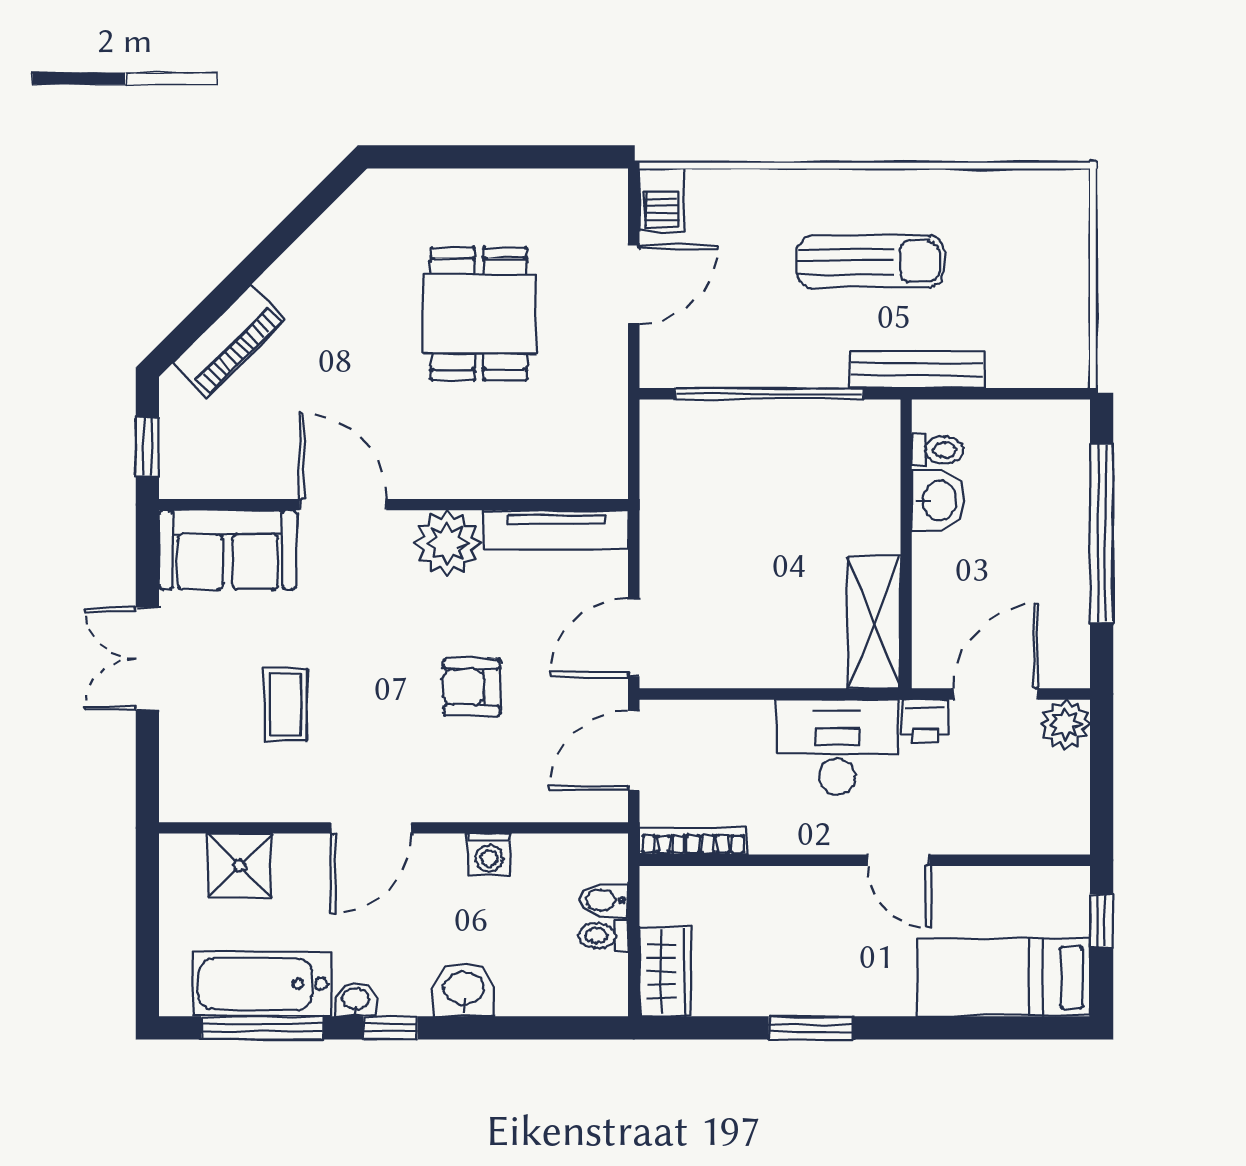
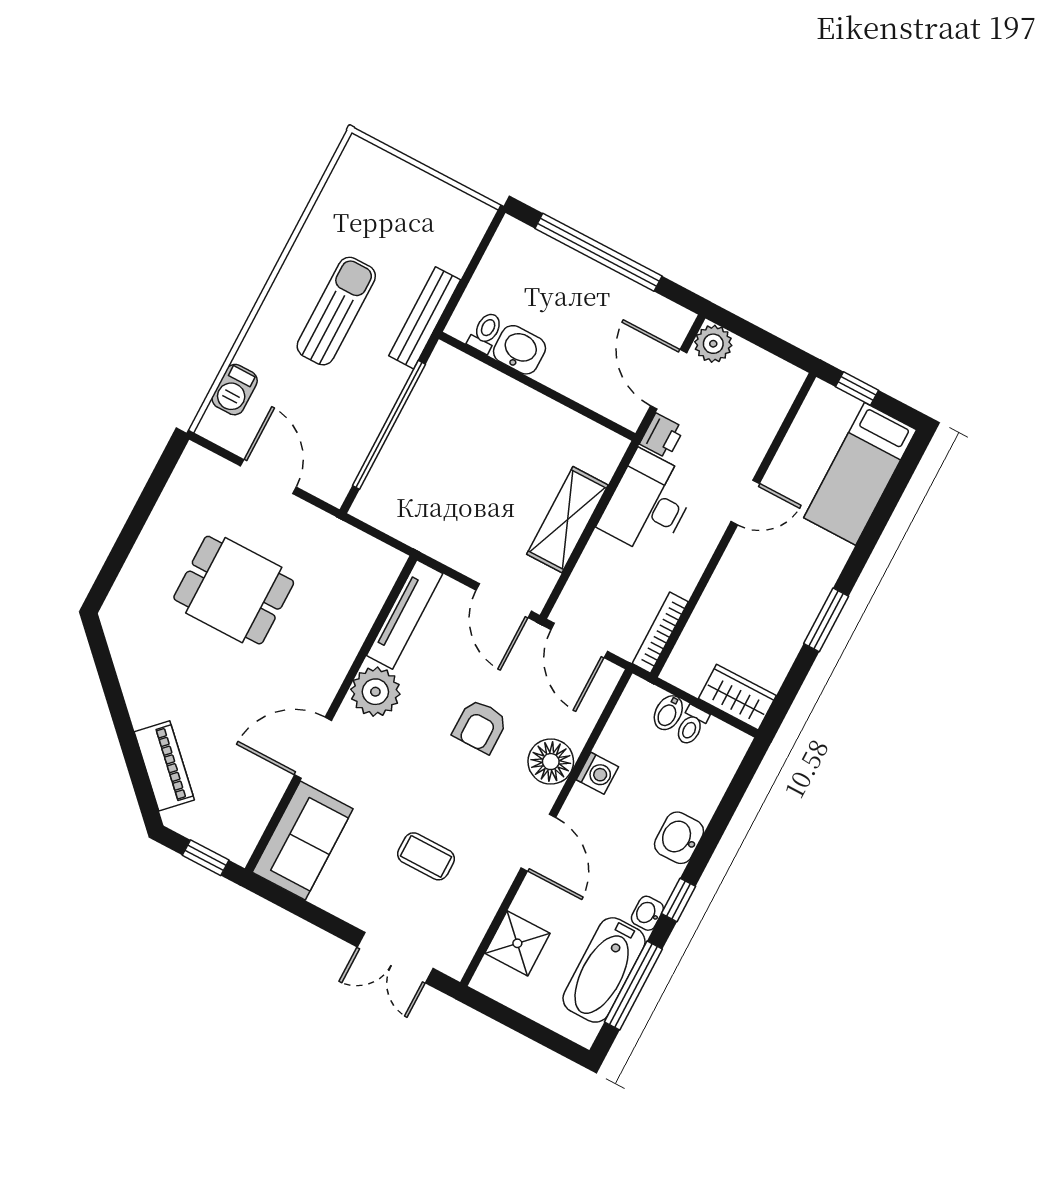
barbecue: (662, 200) -> (235, 390), moved, turned 90
shelving: (874, 622) -> (567, 520), moved, turned 90
double door: (147, 659) -> (395, 958), moved
floor lamp: (474, 792) -> (551, 762), added

